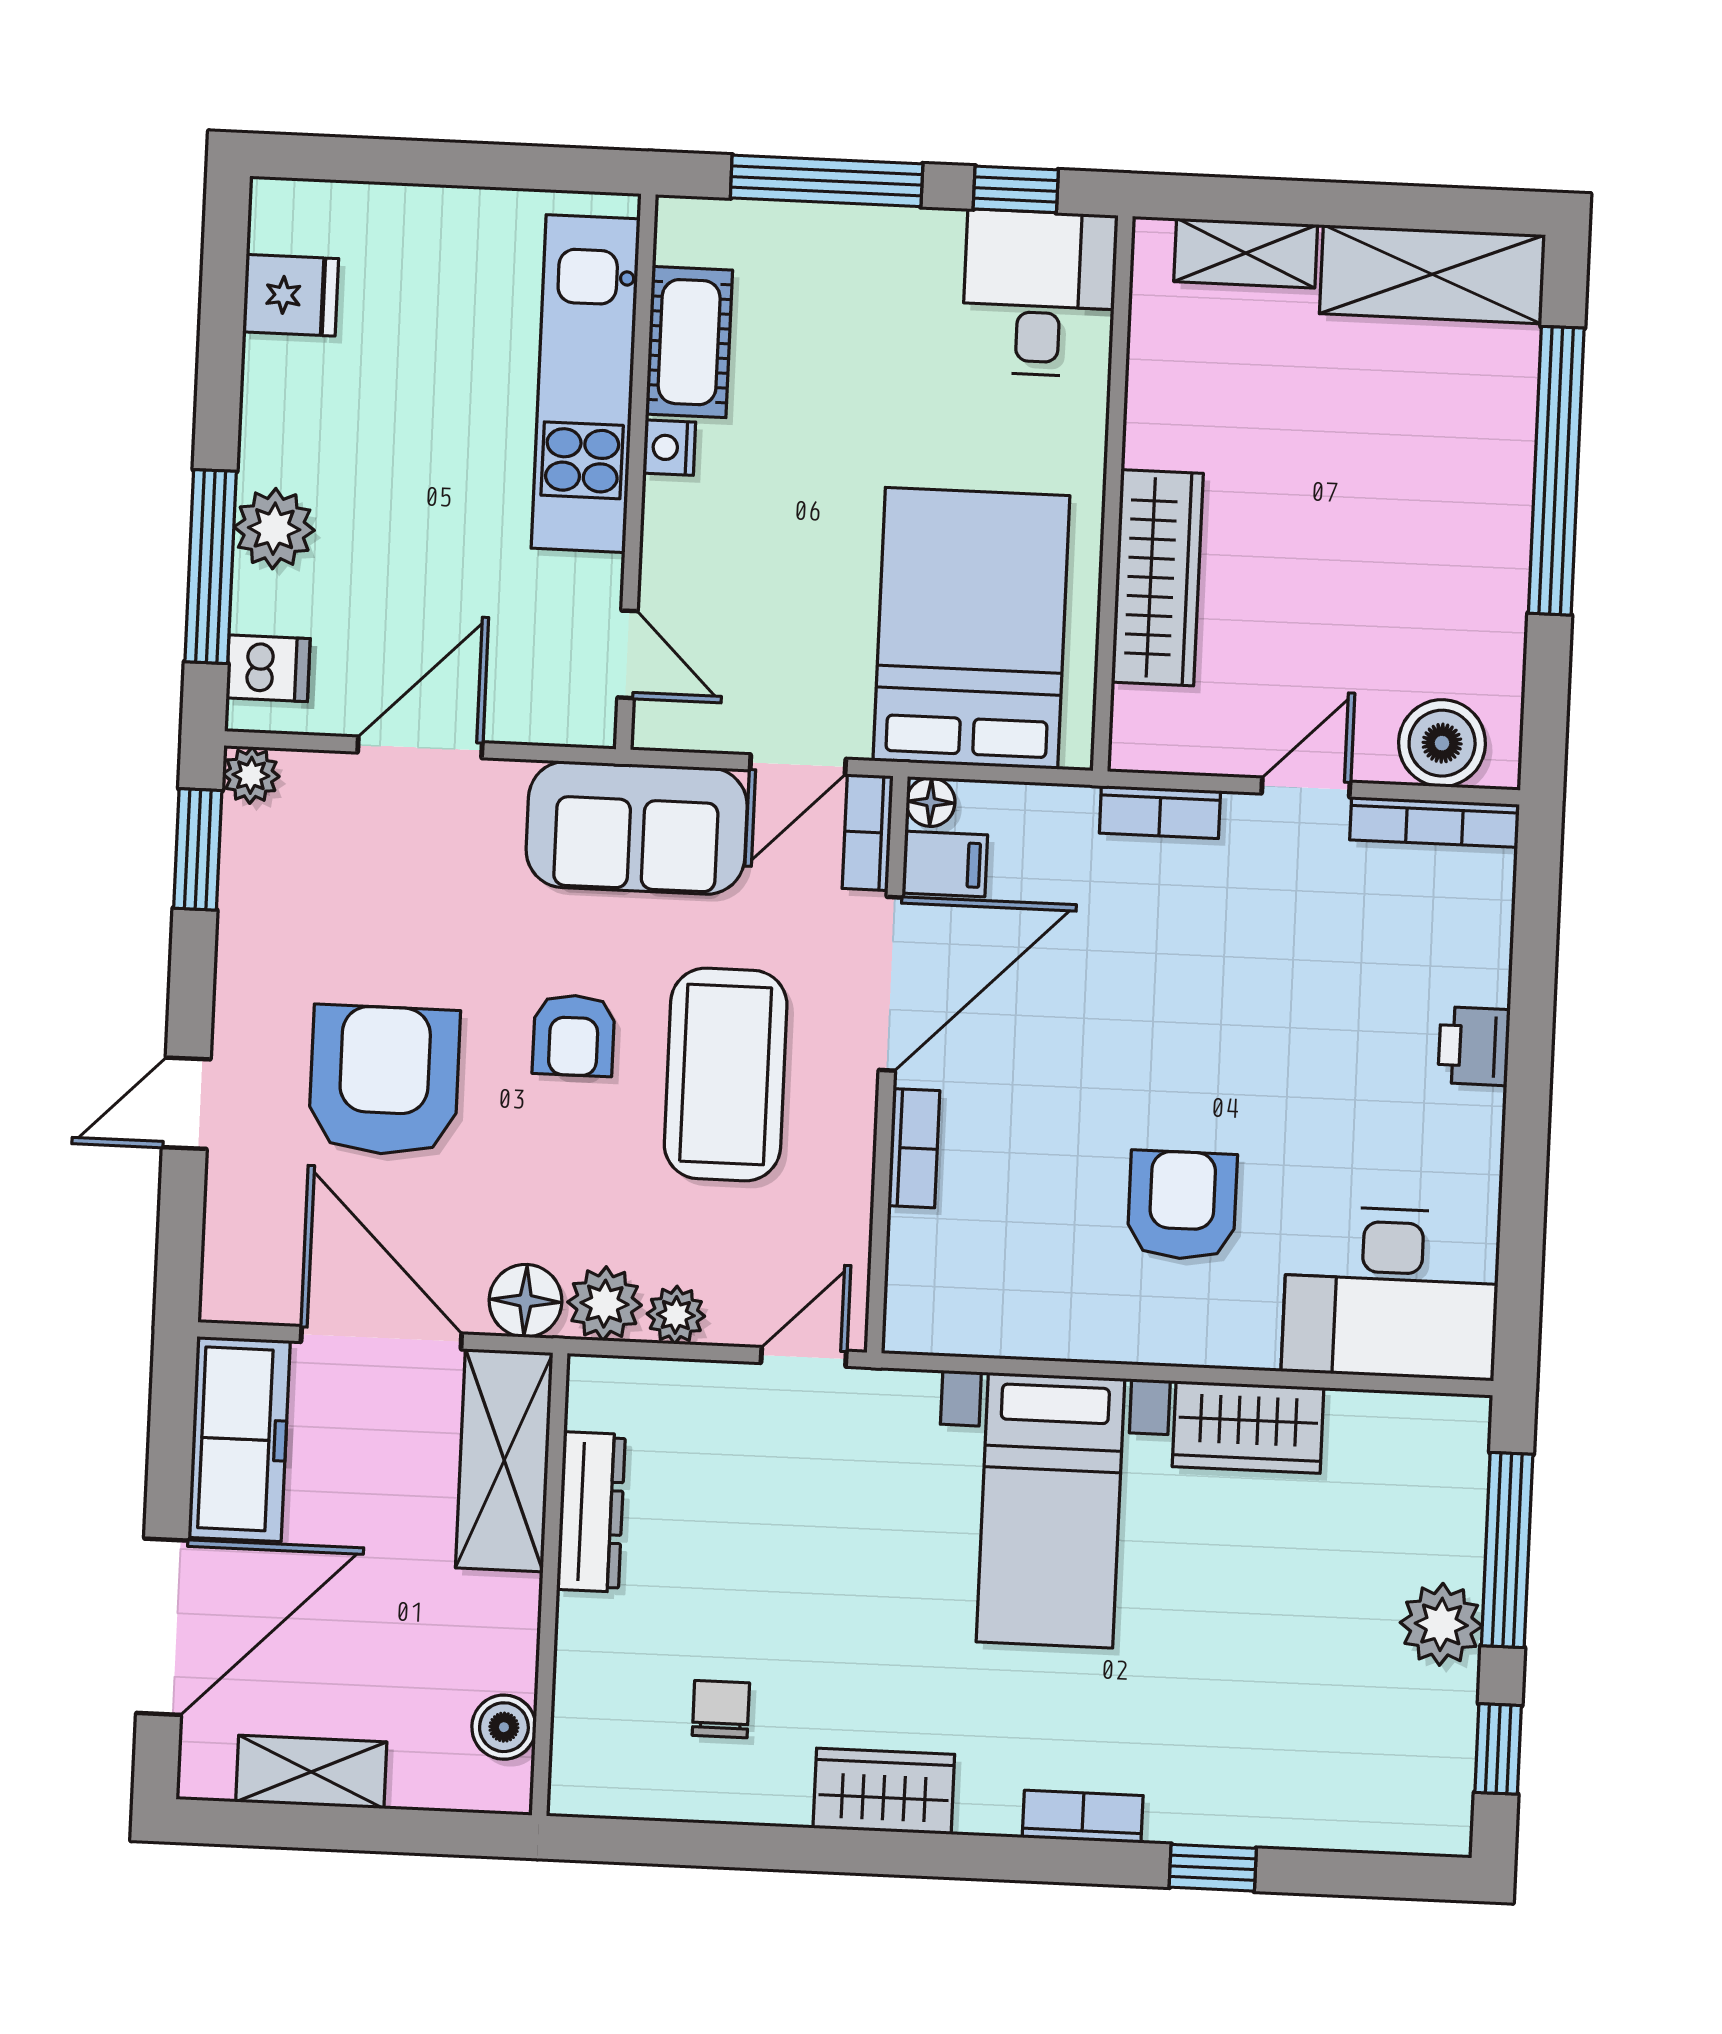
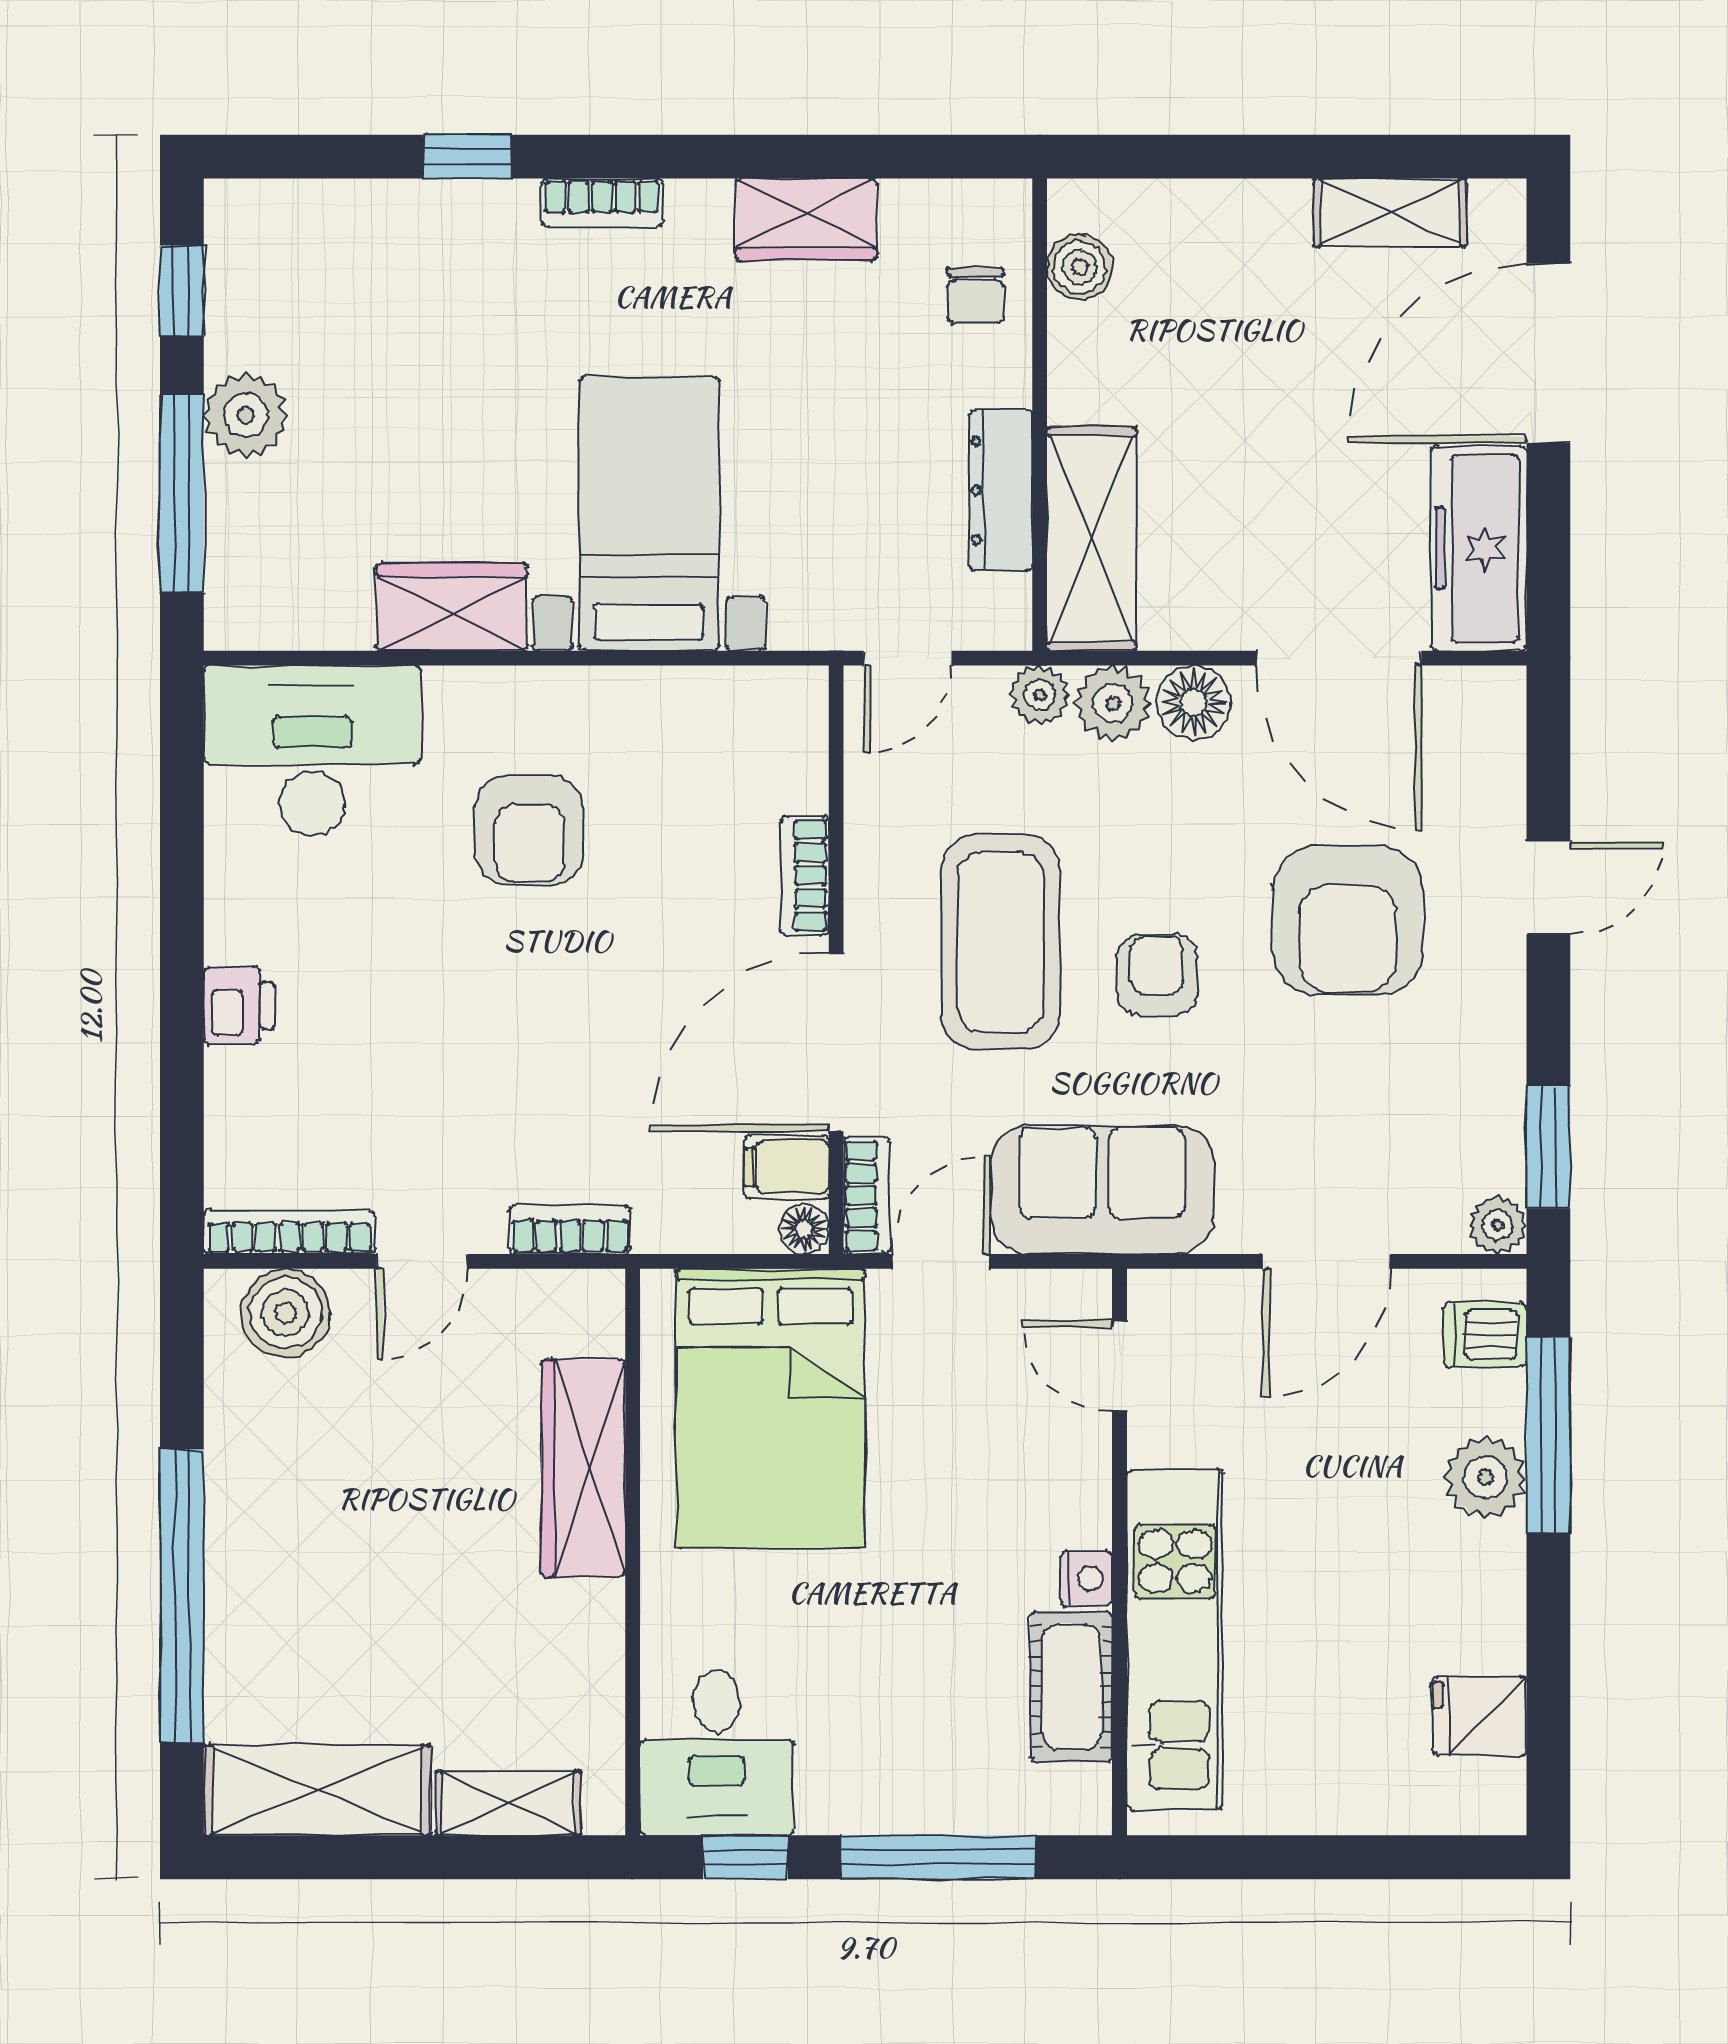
shelving: (504, 1460) -> (1092, 539), moved
dresser: (591, 1512) -> (1001, 490), moved
wall: (550, 1584) -> (1040, 415), moved
boiler: (504, 1727) -> (1080, 267), moved

